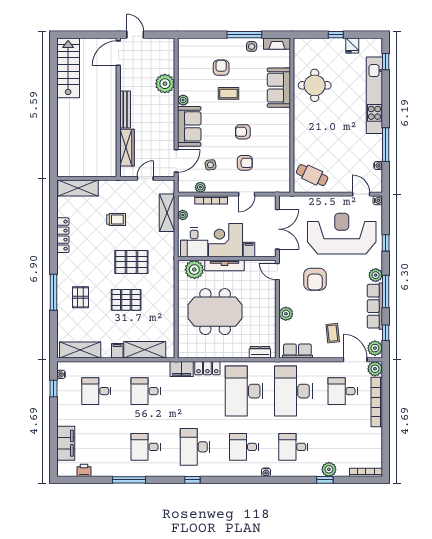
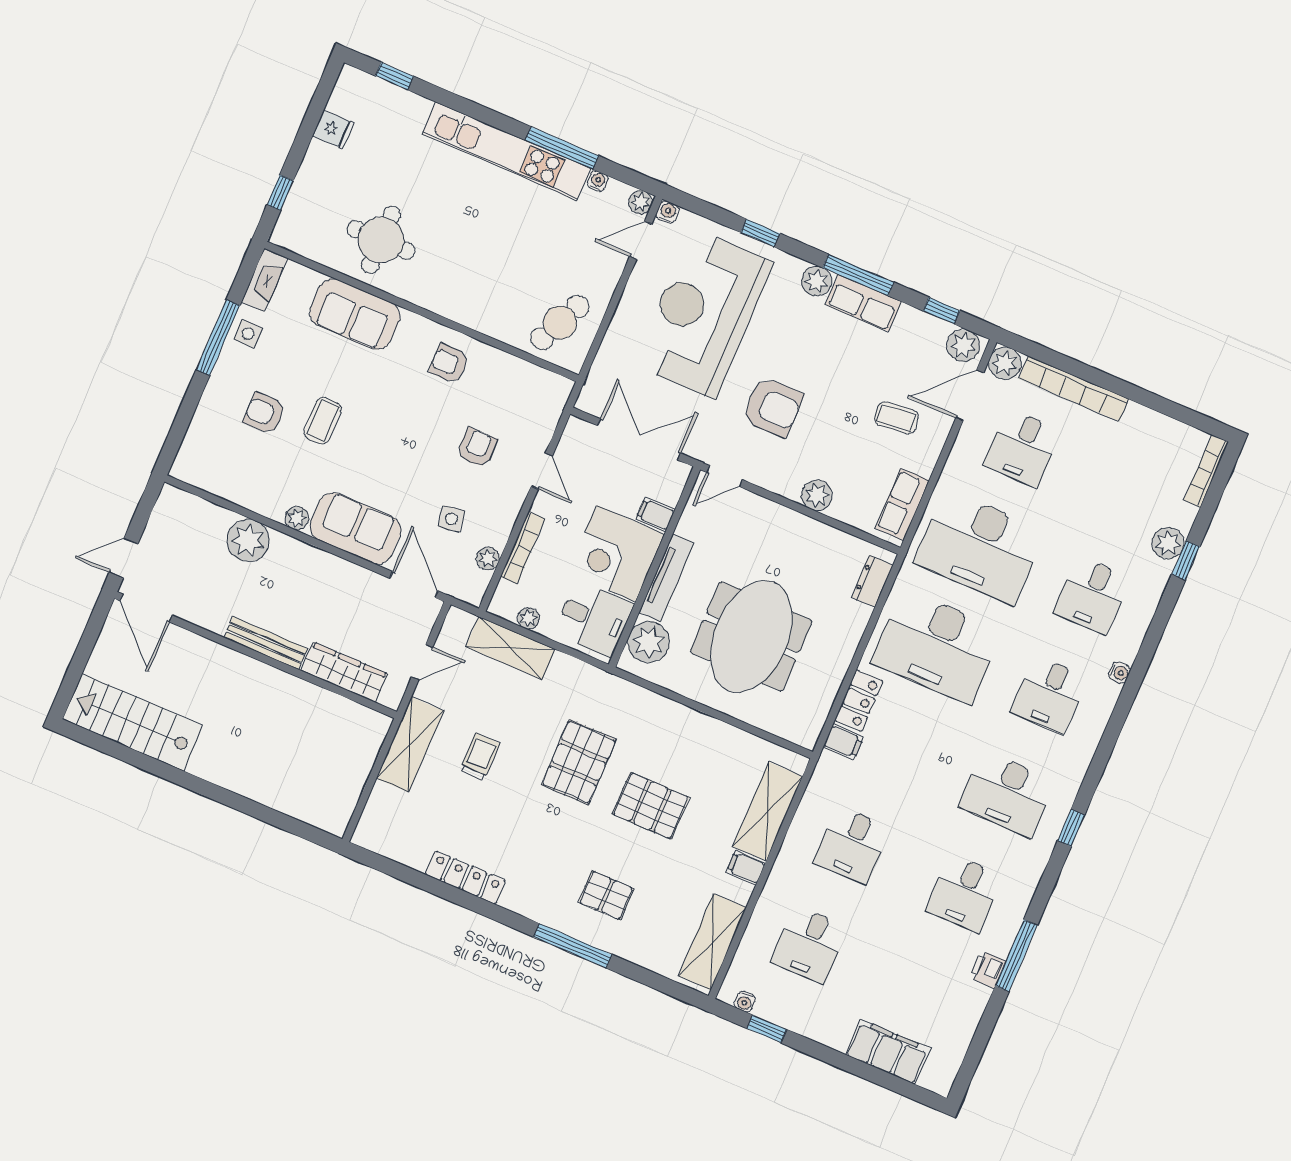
window: (336, 35) -> (280, 193), moved
kitchen unit: (374, 95) -> (506, 151), moved
armchair: (243, 132) -> (449, 364), moved, turned 90
door: (145, 178) -> (422, 662), swing flipped
plant: (377, 187) -> (640, 202), added
shelving: (78, 188) -> (410, 745), moved
pallet: (126, 300) -> (651, 806), turned 90
row of seats: (375, 306) -> (863, 303), width x0.68
filing cabinet: (182, 369) -> (843, 742), width x0.50
printer: (84, 470) -> (988, 969), moved

